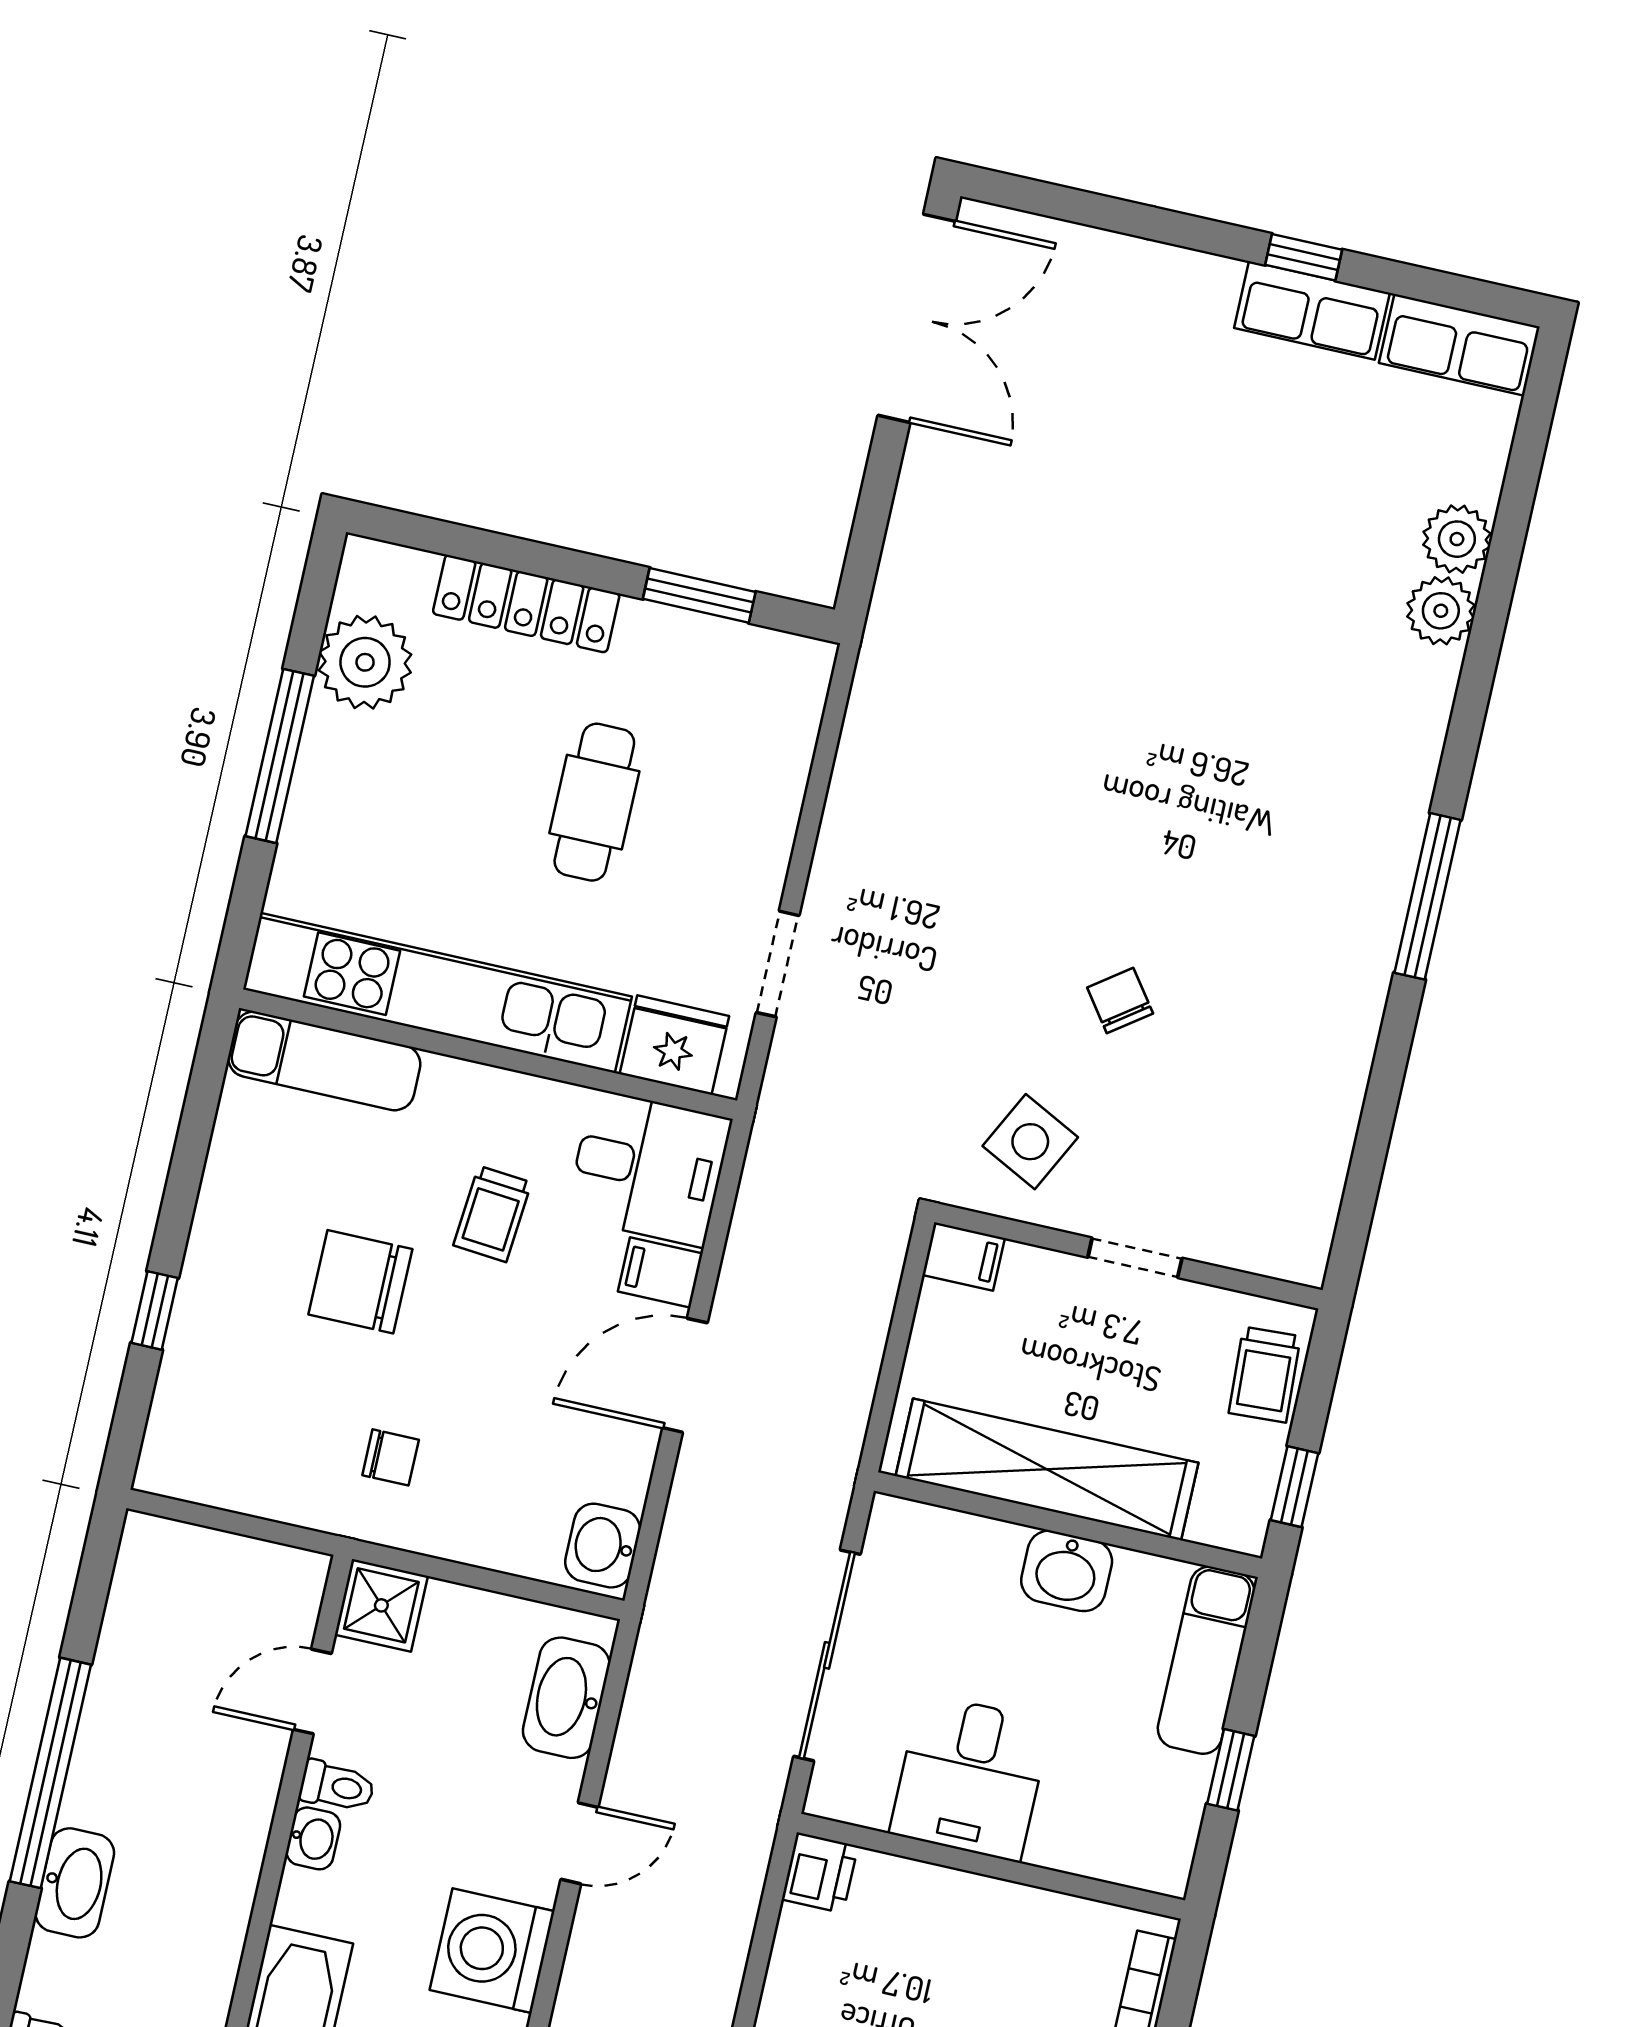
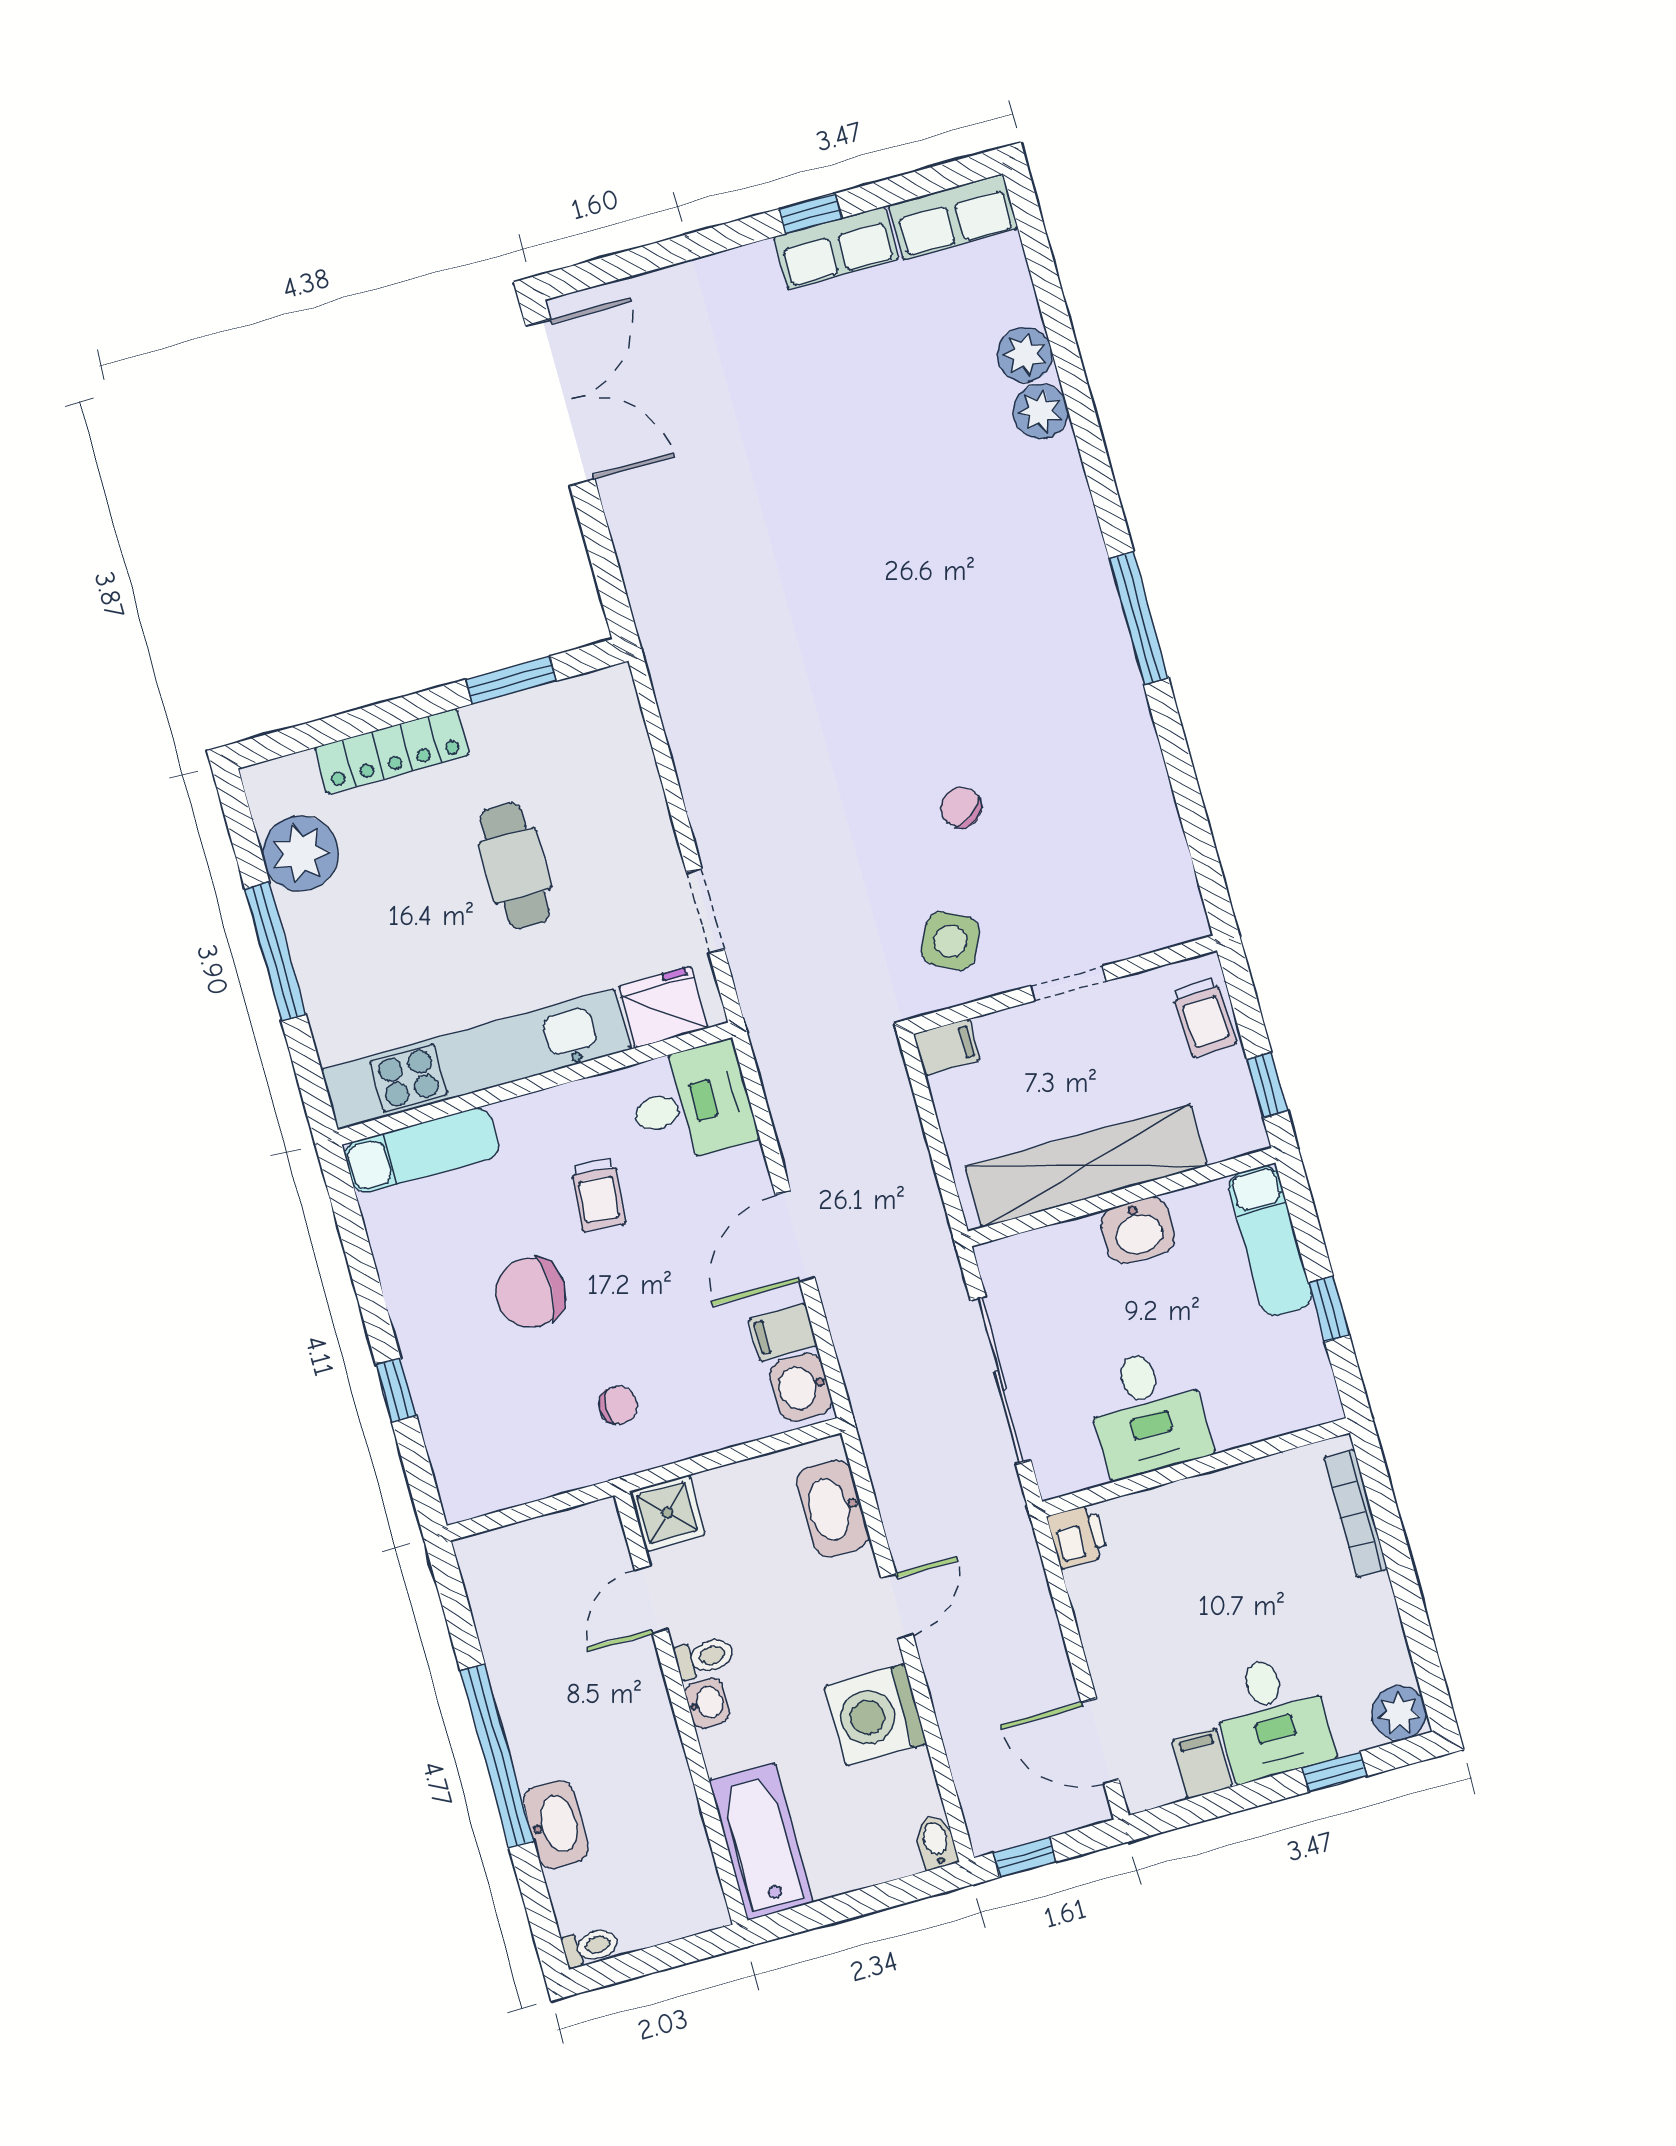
filing cabinet: (660, 1273) -> (783, 1332), moved

